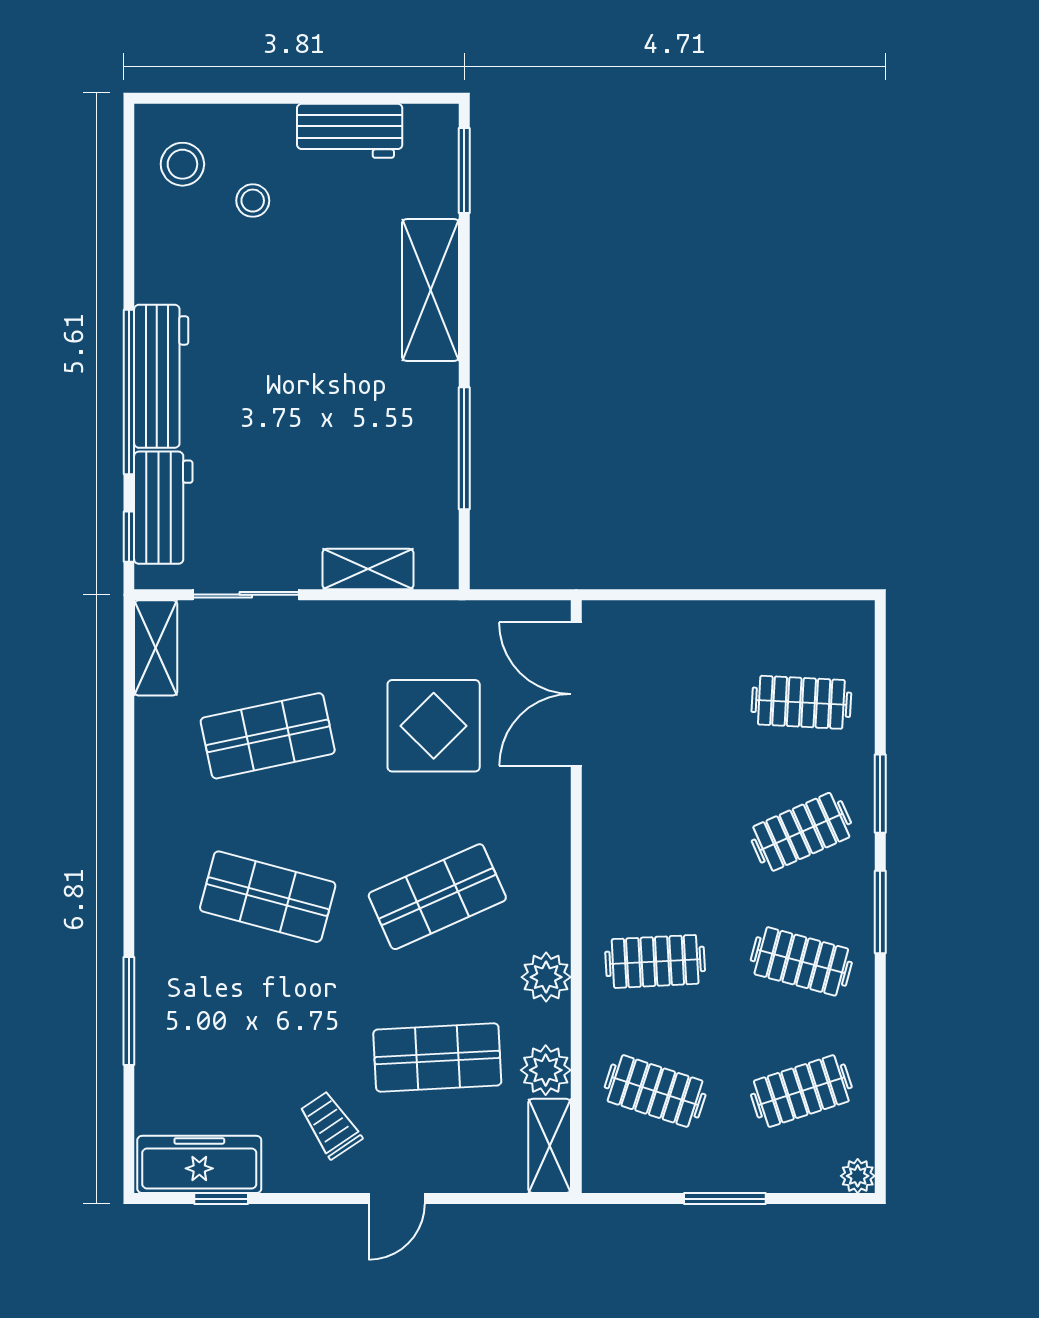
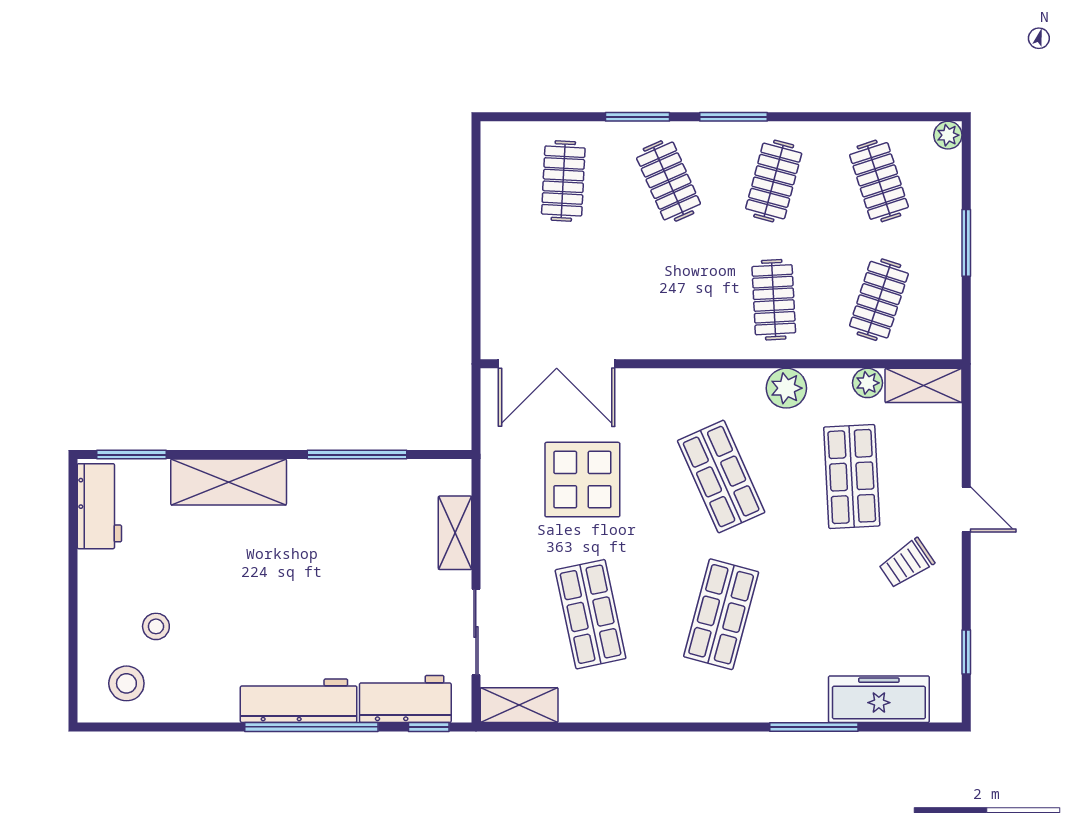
workbench: (350, 131) -> (99, 506), moved
plant: (546, 1070) -> (867, 383), width x0.73, depth x0.73
freezer: (199, 1164) -> (879, 699), moved, turned 90

